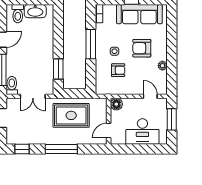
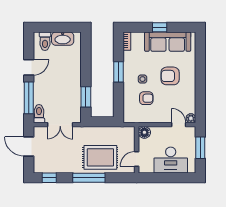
window: (91, 44) -> (119, 72), width x0.69
plant: (162, 66) -> (191, 118), moved
rug: (71, 115) -> (100, 157), moved

